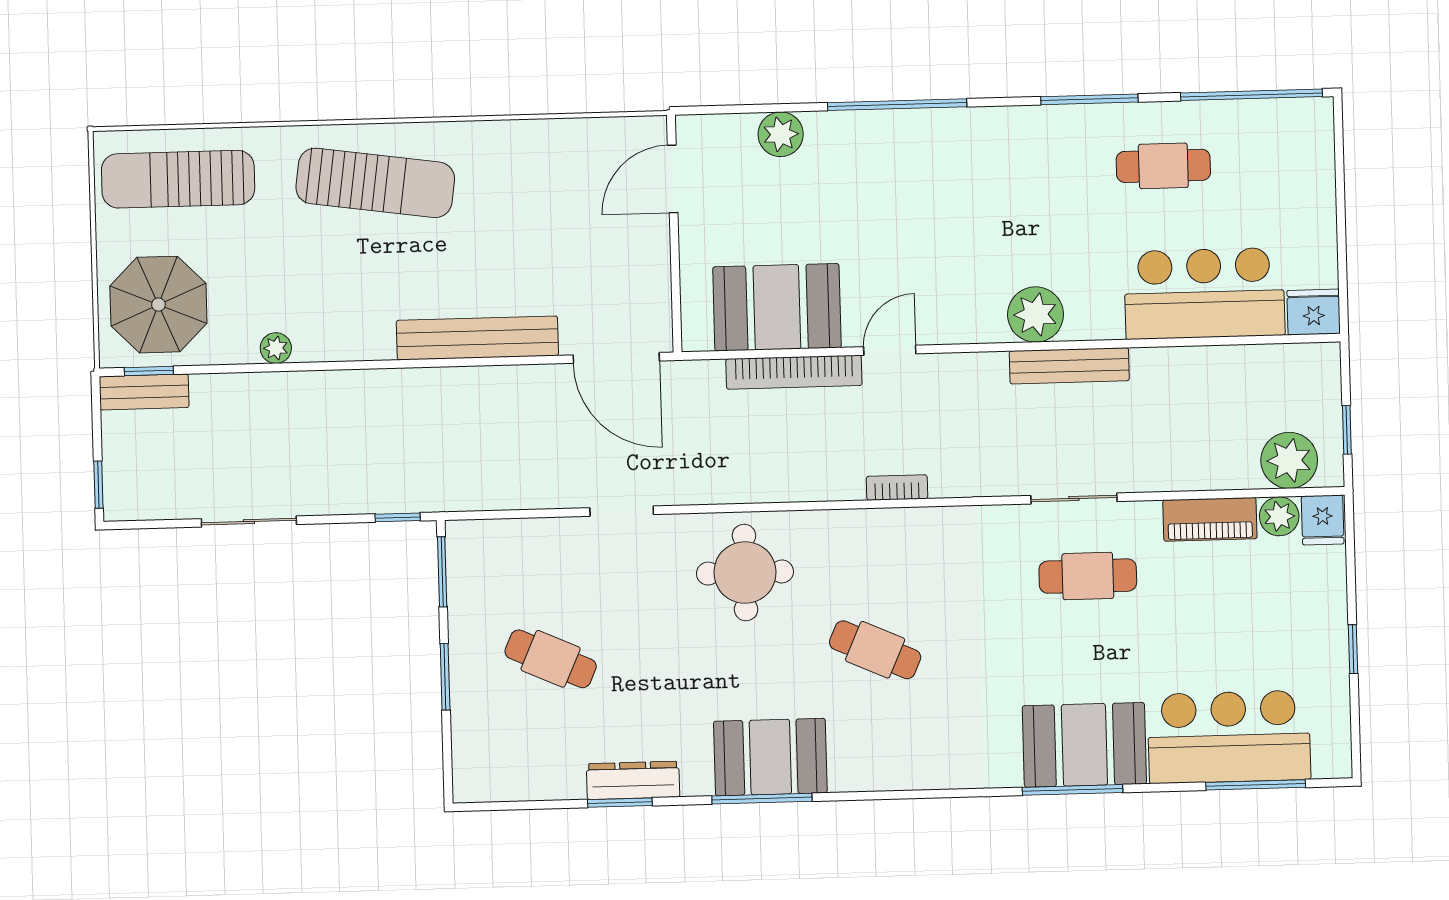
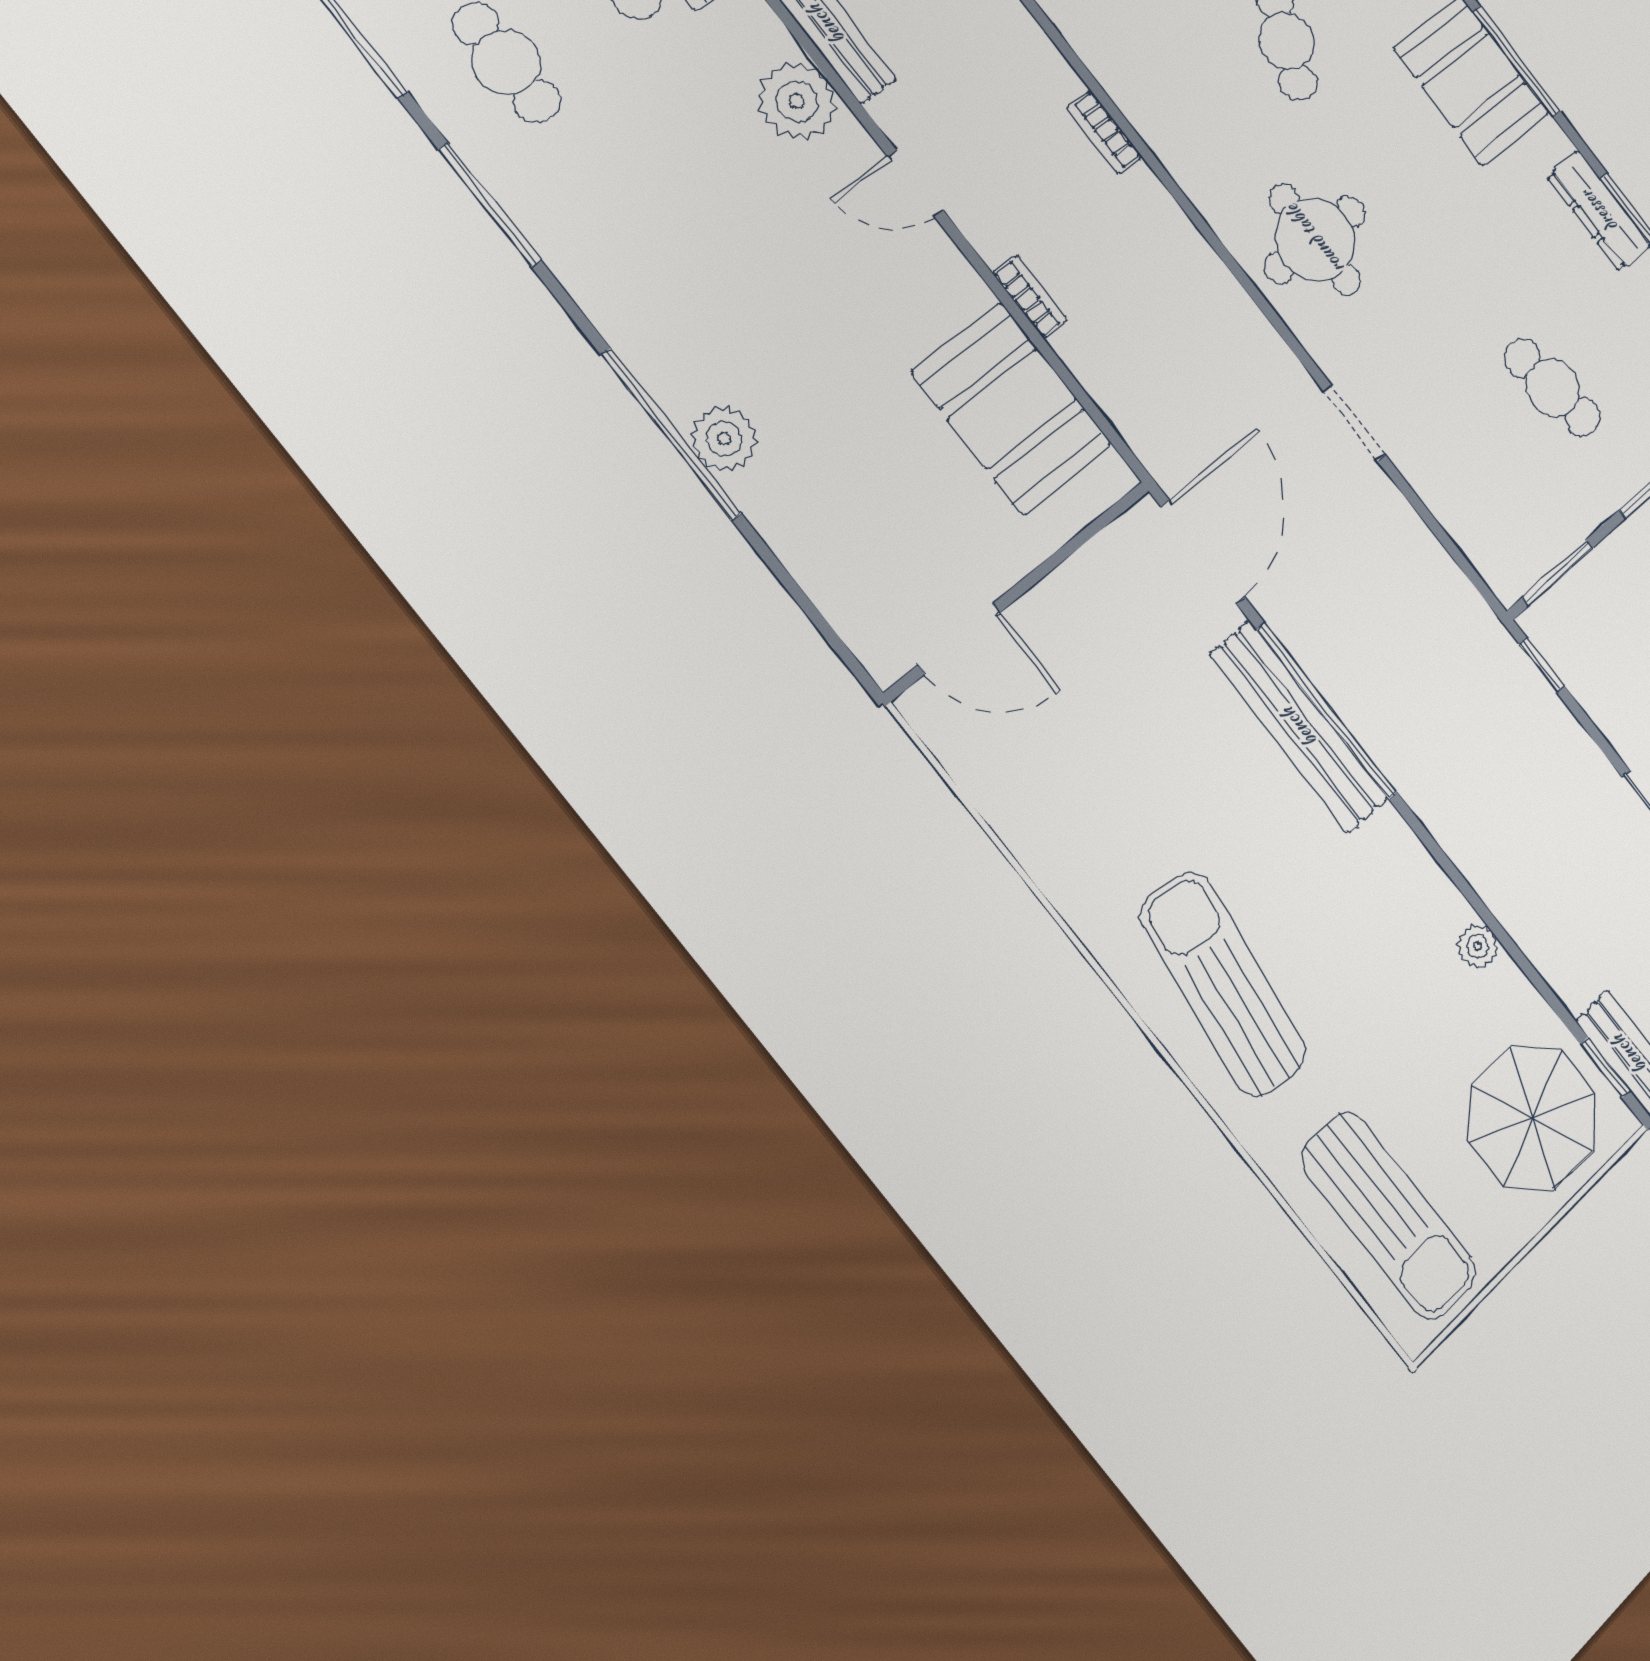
plant: (781, 134) -> (724, 439), moved
door: (890, 350) -> (915, 183), moved
window: (473, 362) -> (1327, 711), added
bookcase: (794, 372) -> (1030, 297), width x0.43, depth x0.76
cafe table: (551, 659) -> (1553, 388), turned -33

